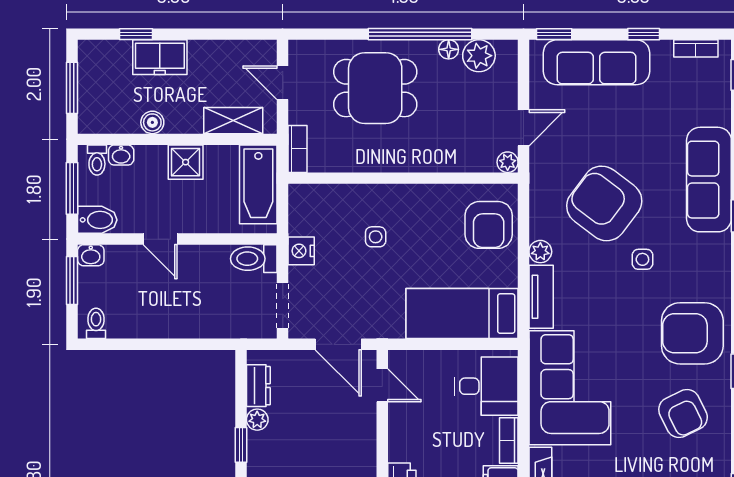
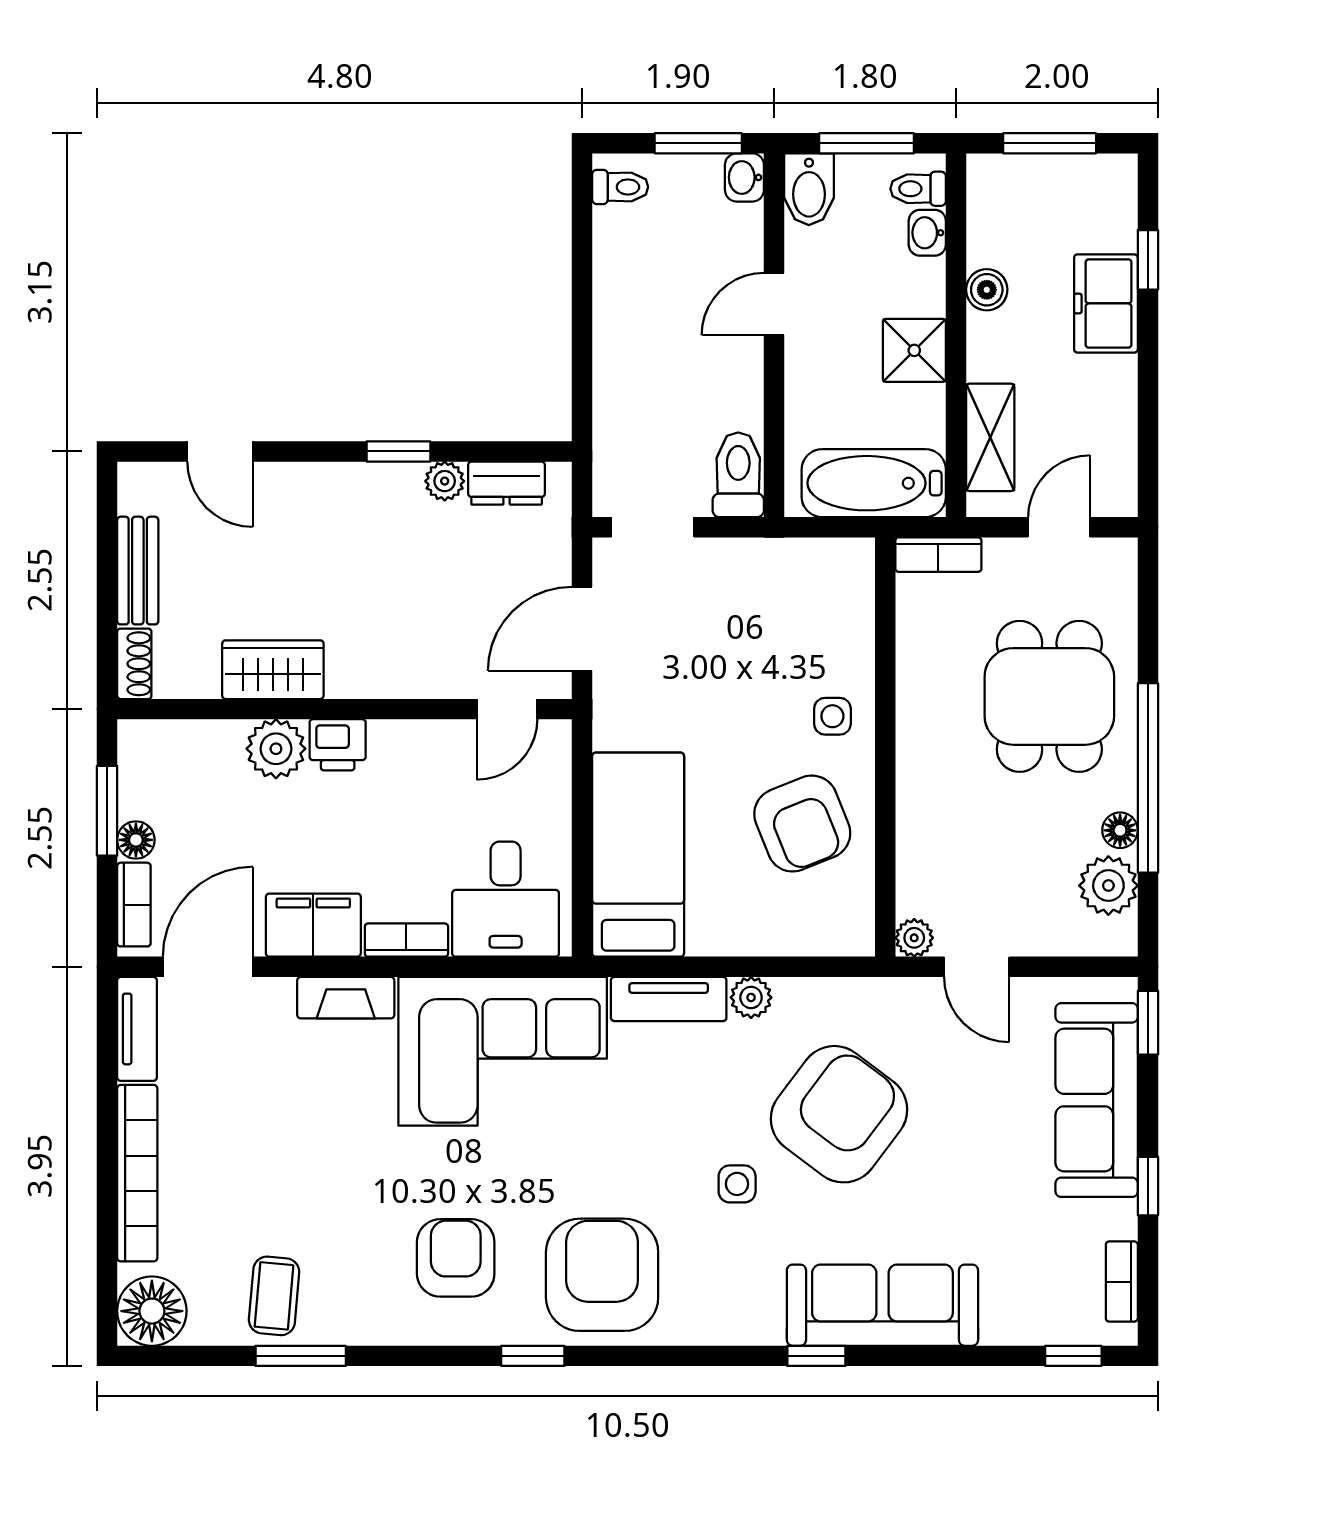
armchair: (489, 225) -> (802, 824), moved, turned -112
side table: (376, 237) -> (832, 716), moved
nightstand: (301, 251) -> (752, 561), removed
armchair: (683, 414) -> (456, 1258), turned 116

